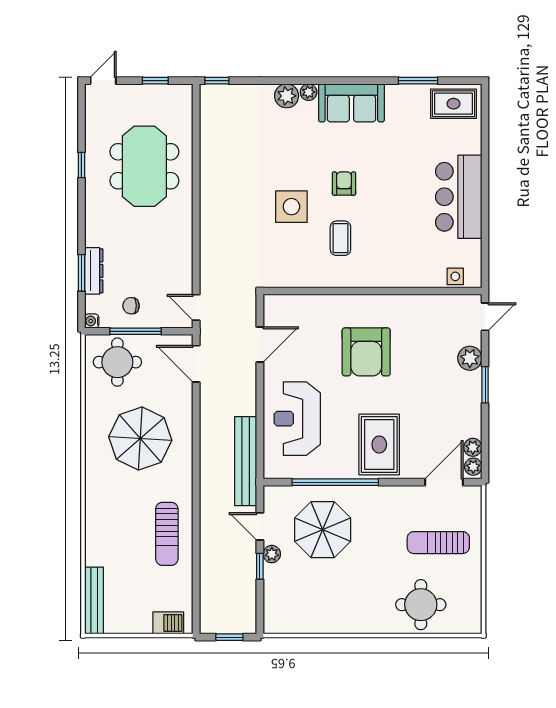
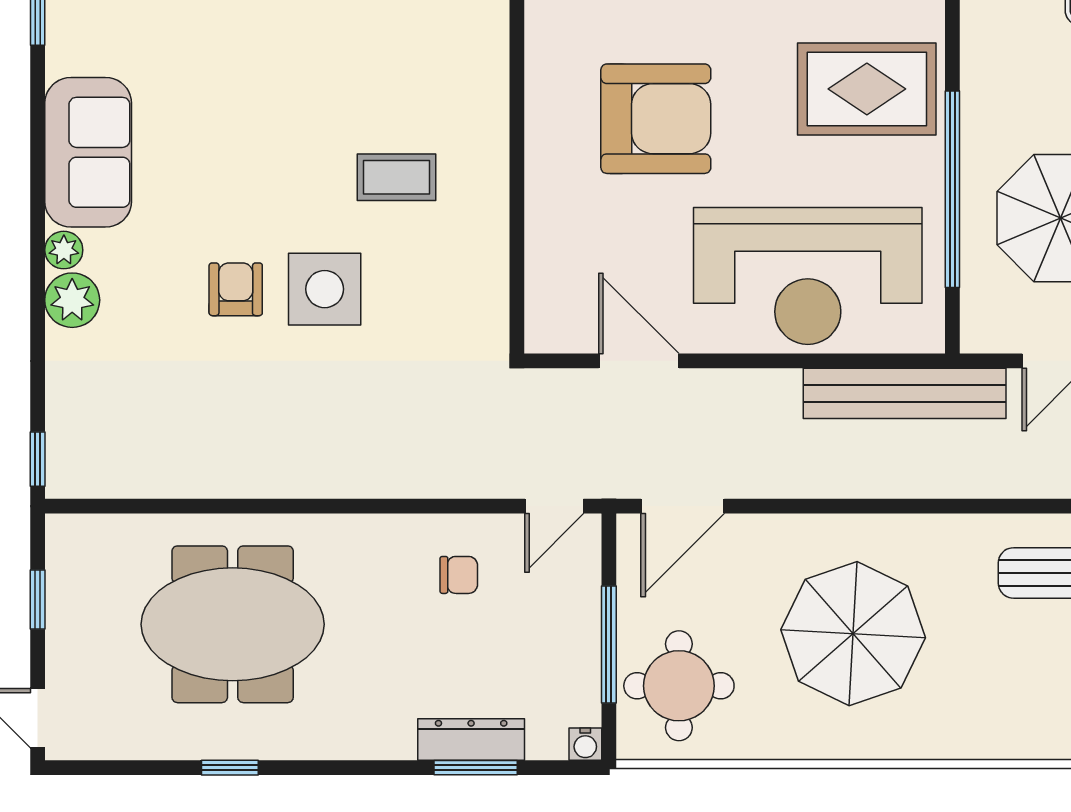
armchair: (344, 184) -> (236, 289), moved, turned 90
chair: (131, 306) -> (459, 575), moved, turned -90
reception desk: (297, 419) -> (808, 276), width x1.36, depth x1.30

